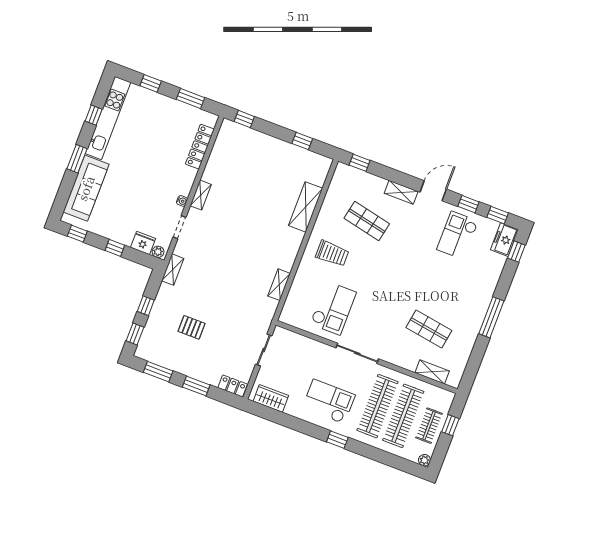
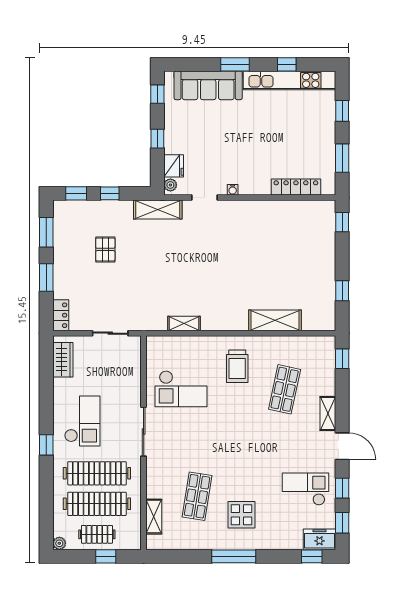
shelving: (201, 195) -> (246, 207), removed
shelving: (173, 270) -> (158, 210), width x1.50, depth x1.33
display table: (459, 298) -> (241, 515), added

